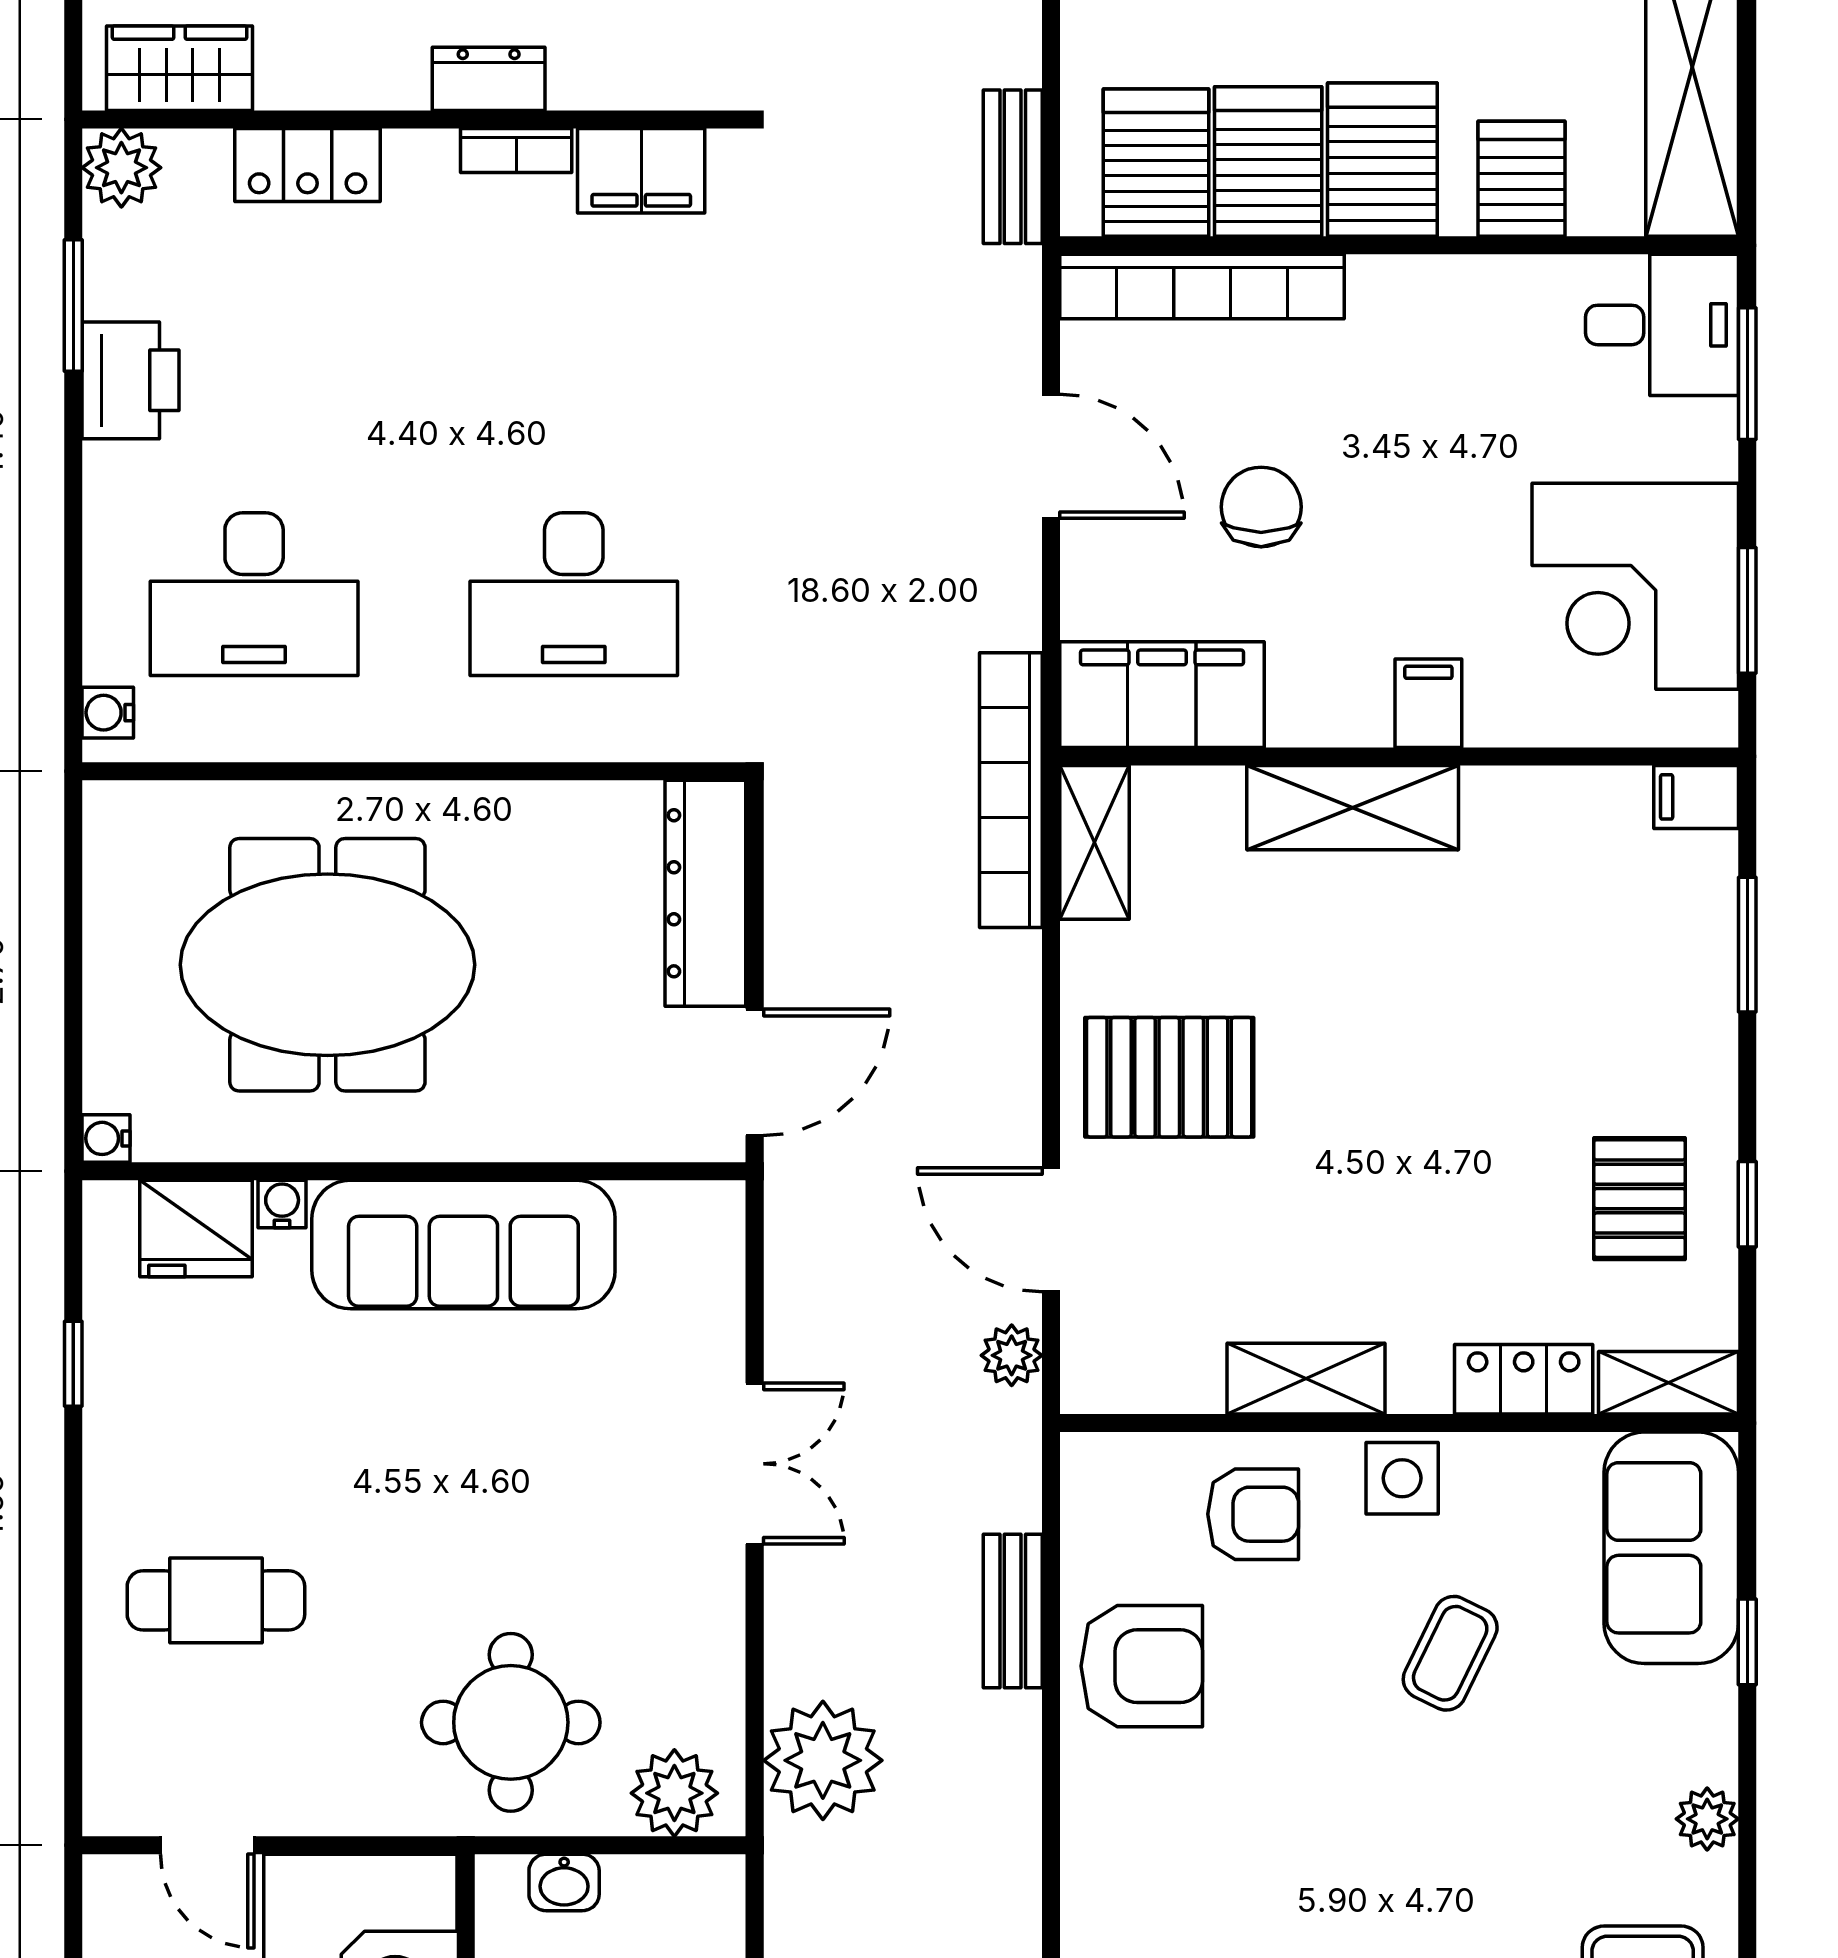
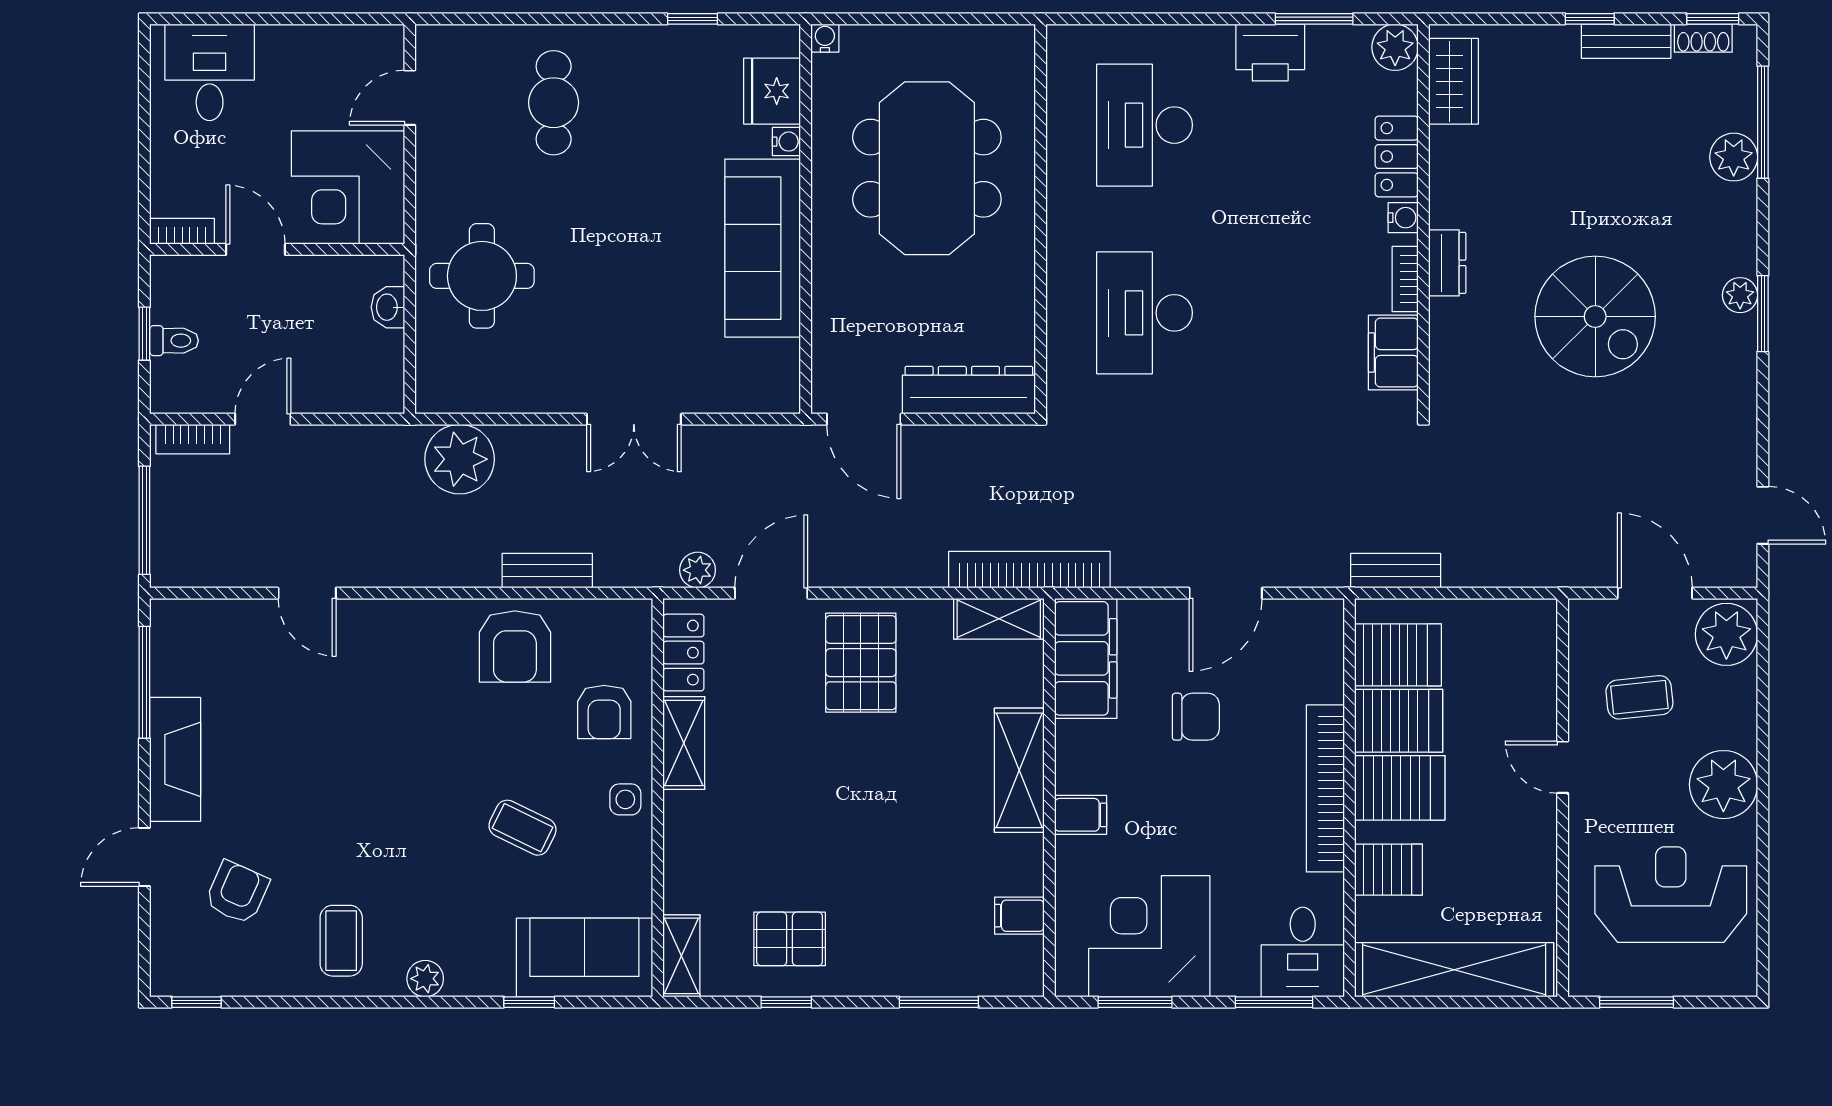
bookcase: (1202, 286) -> (1325, 788), moved
water cooler: (108, 713) -> (1403, 218), moved, turned 90
filing cabinet: (1696, 797) -> (1019, 916), moved, turned -90
locker: (1524, 1379) -> (683, 653), moved
side table: (1402, 1478) -> (625, 799), width x0.73, depth x0.73
plant: (674, 1793) -> (440, 372), removed

